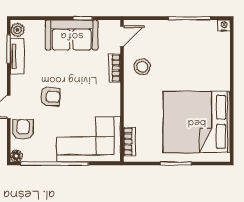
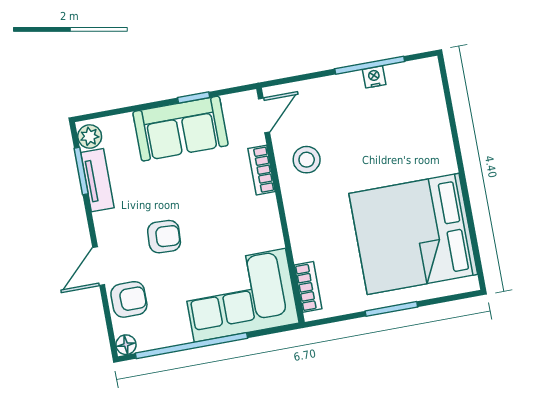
nightstand: (224, 26) -> (374, 77), moved
armchair: (23, 130) -> (129, 299), turned 90

